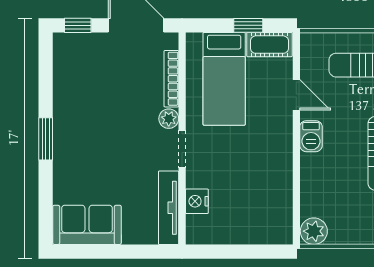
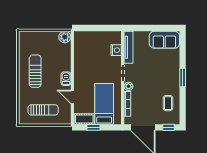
coffee table: (79, 81) -> (168, 103), added

